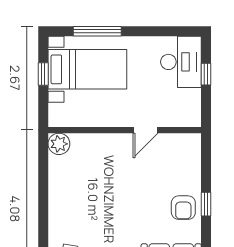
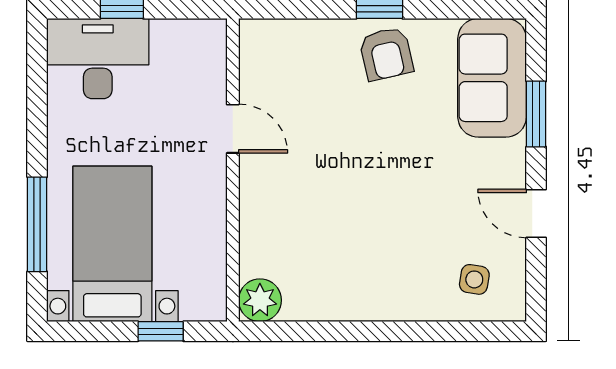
window: (43, 74) -> (161, 331), moved
armchair: (183, 208) -> (386, 54), turned 77

